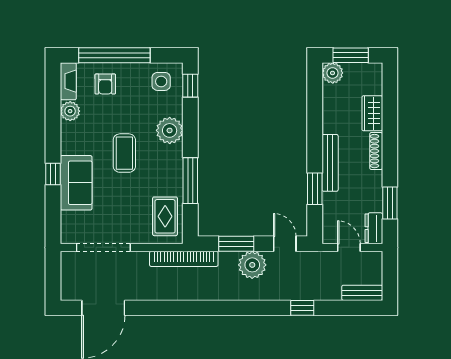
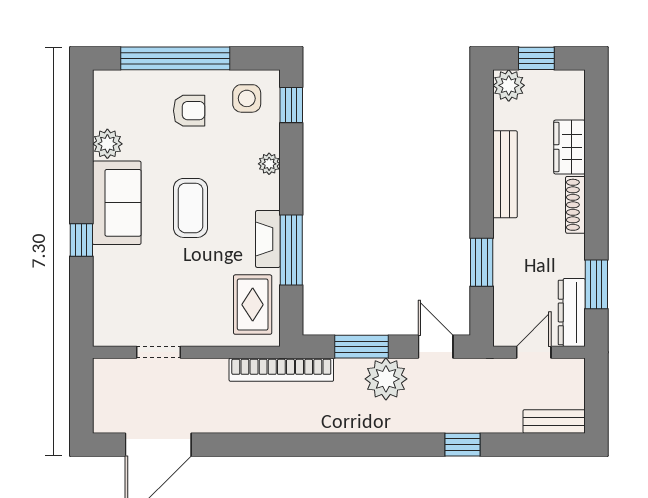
window: (351, 55) -> (536, 58), width x0.67
fireplace: (68, 81) -> (268, 239), moved, turned 180
armchair: (105, 84) -> (189, 111), moved, turned -90
plant: (170, 130) -> (269, 164), width x0.53, depth x0.53
bench: (330, 163) -> (505, 174), moved
sofa: (76, 183) -> (117, 203), moved
dresser: (374, 228) -> (572, 312), width x1.44
doorway: (103, 247) -> (158, 352), width x0.53
door: (349, 247) -> (534, 352), hinge flipped

